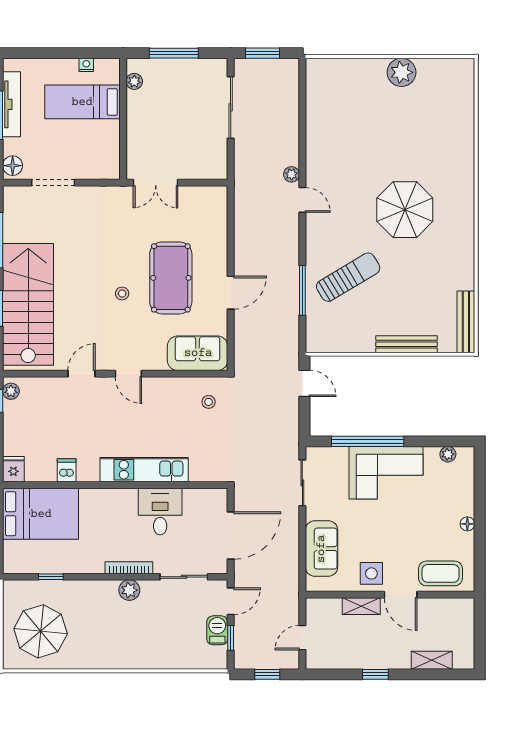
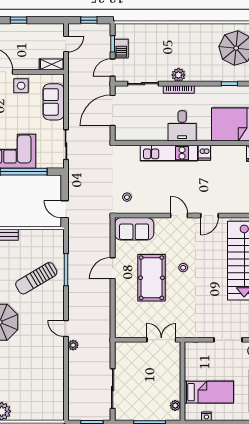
dishwasher: (67, 470) -> (204, 153), moved
desk: (160, 512) -> (182, 126), moved
shelving: (361, 606) -> (52, 64), moved

